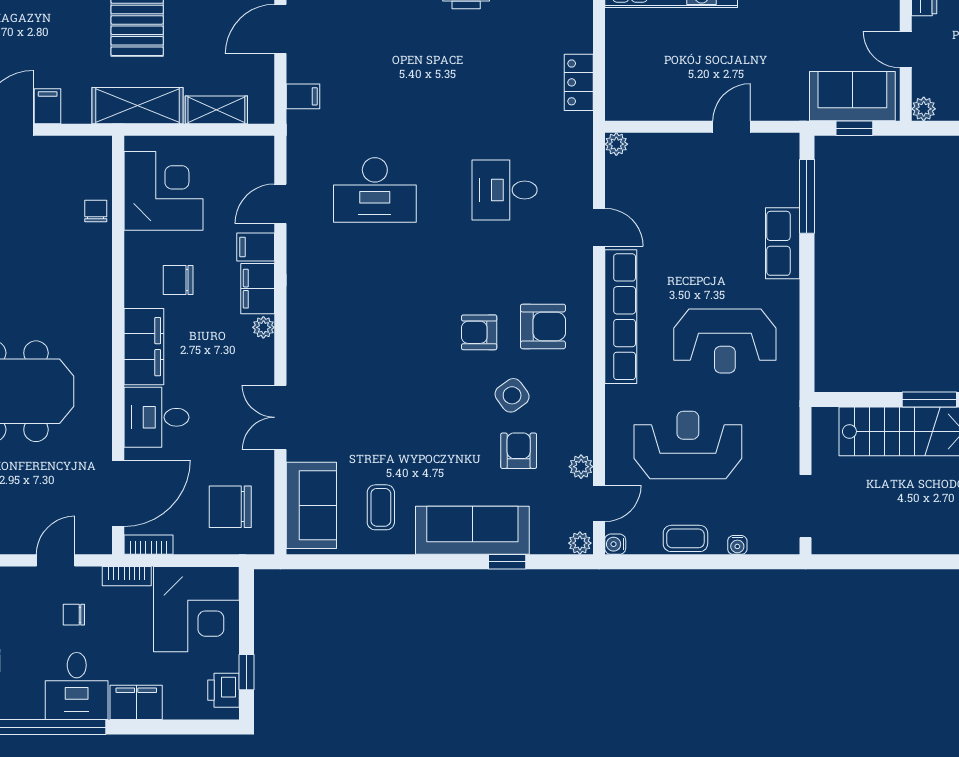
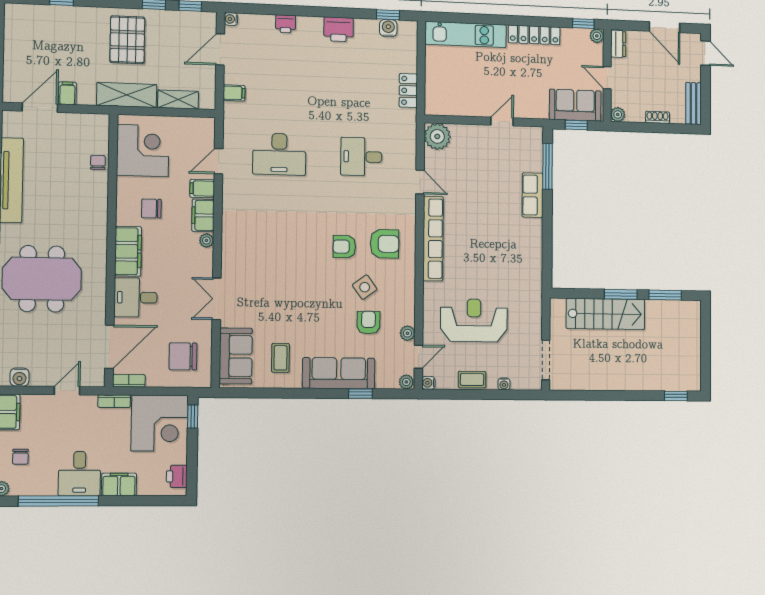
plant: (616, 144) -> (437, 136), width x1.87, depth x1.87
reception desk: (725, 341) -> (497, 255), removed
chair: (74, 615) -> (78, 426), removed
window: (246, 672) -> (193, 416), moved

